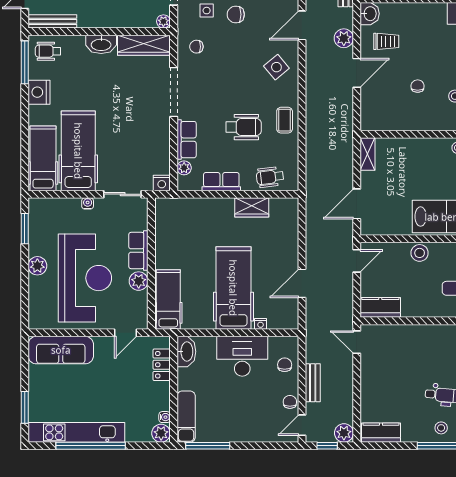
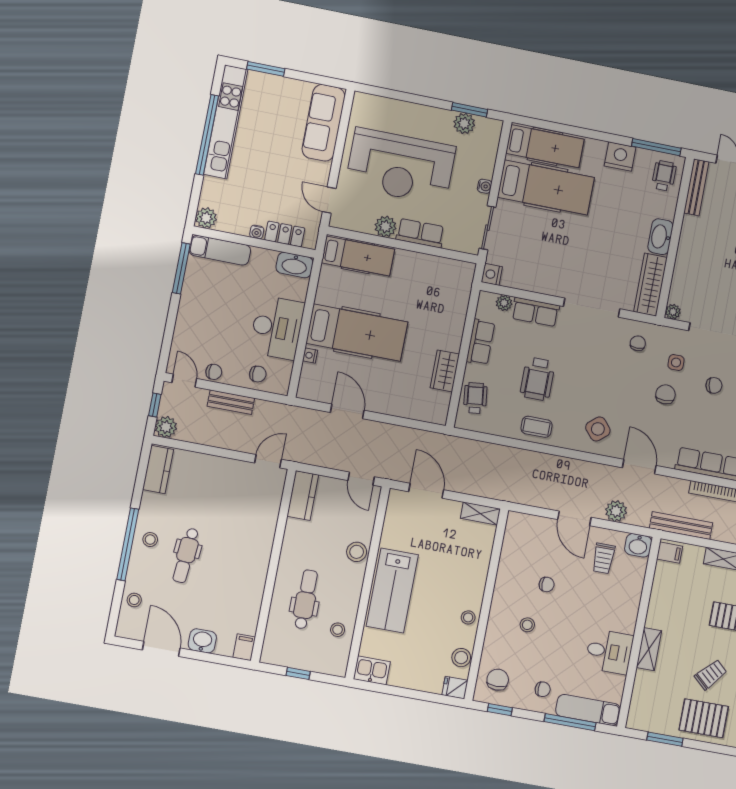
plant: (37, 266) -> (464, 123), moved
water cooler: (165, 417) -> (257, 232), moved

